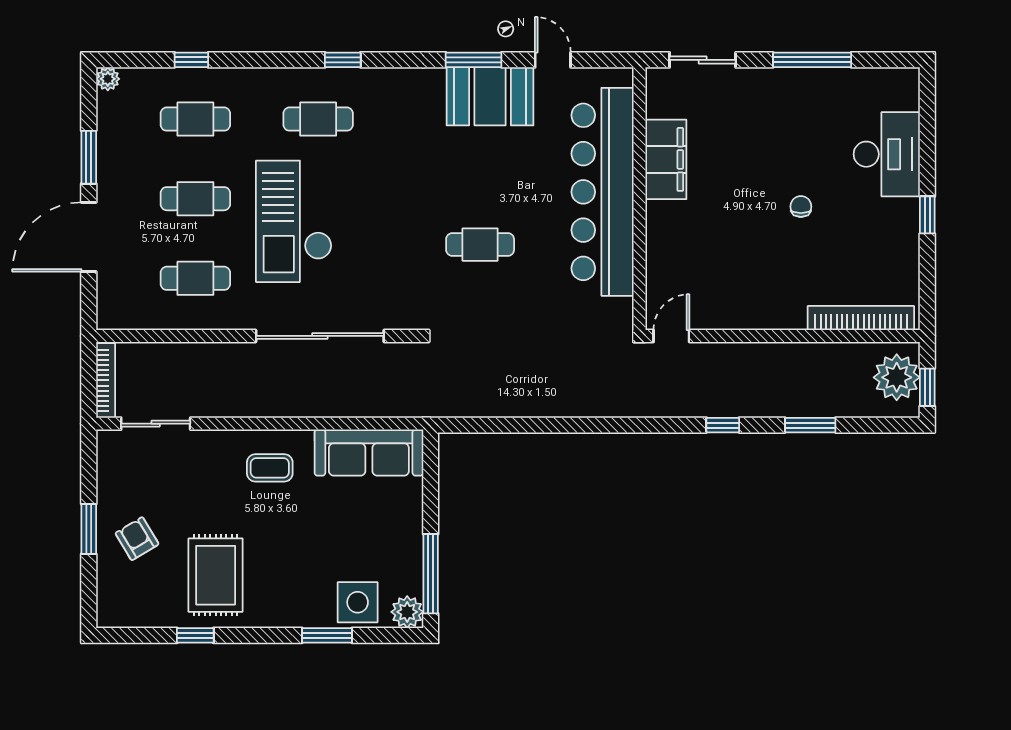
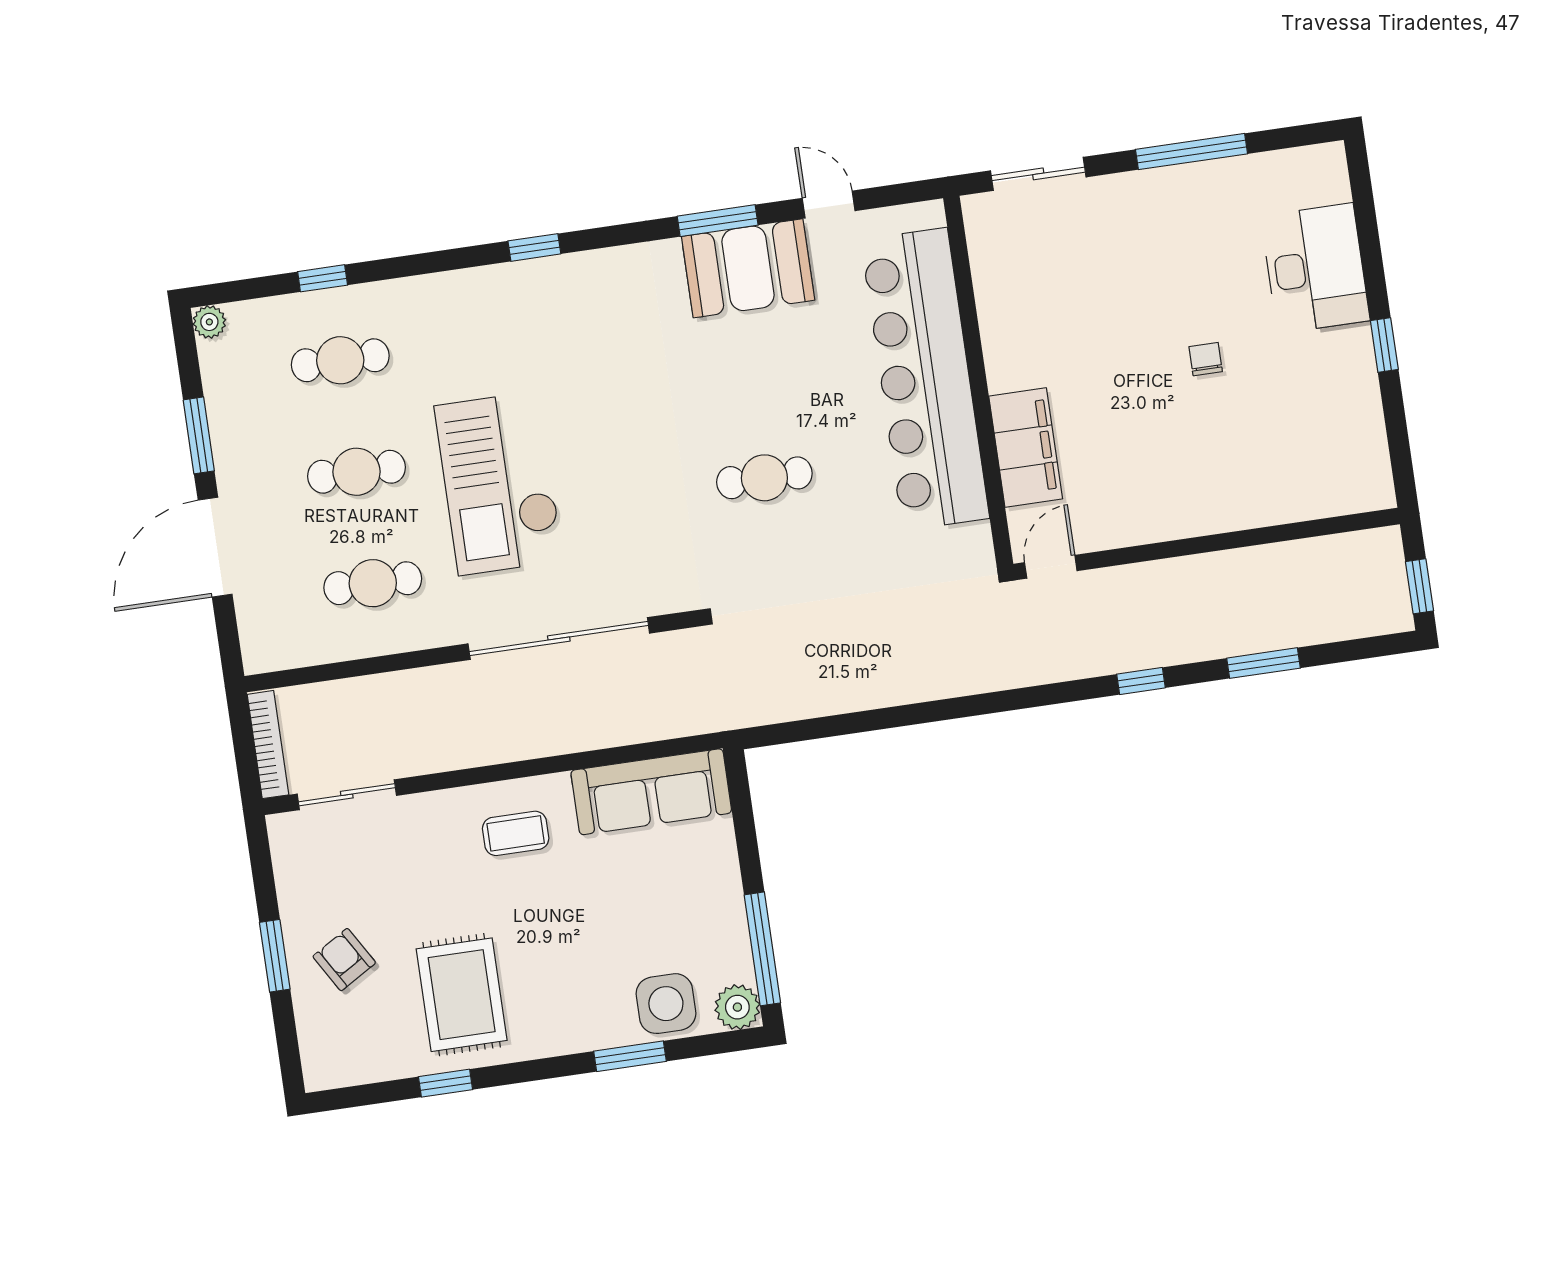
cafe table: (318, 119) -> (512, 335), removed
filing cabinet: (666, 159) -> (1026, 447), moved
bookcase: (861, 318) -> (1312, 503), removed
plant: (897, 377) -> (1375, 579), removed

